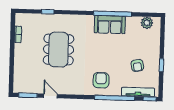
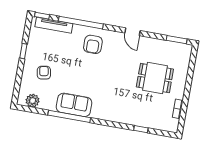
dining table: (59, 49) -> (155, 78), moved, width x0.73
armchair: (137, 65) -> (44, 73), moved
door: (50, 96) -> (132, 32), moved

